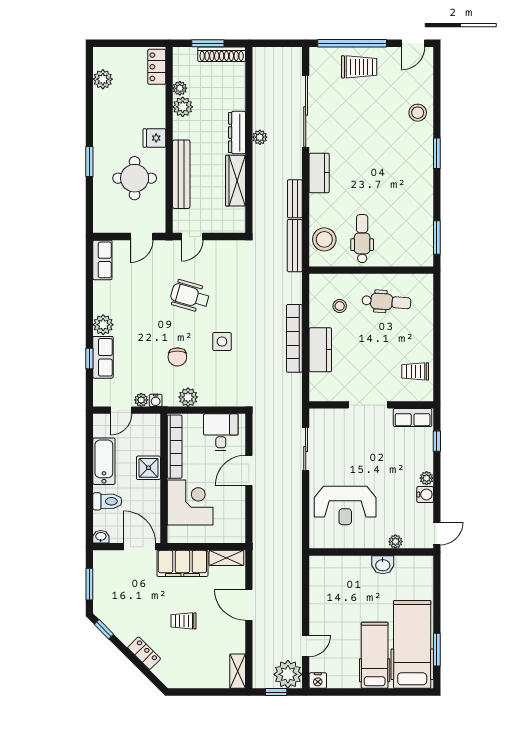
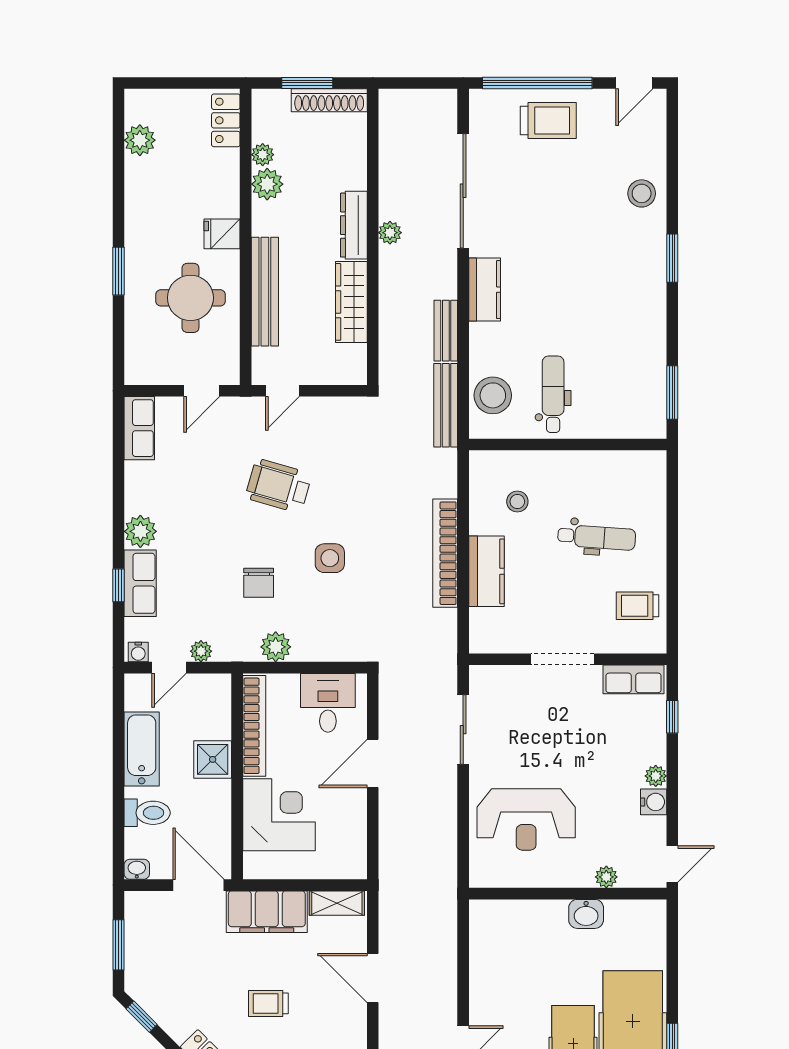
dental chair: (386, 302) -> (597, 537), moved
water cooler: (156, 400) -> (138, 652), moved

